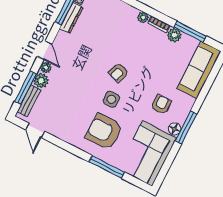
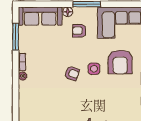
plant: (174, 35) -> (24, 47), removed
floor lamp: (175, 129) -> (68, 12), moved

